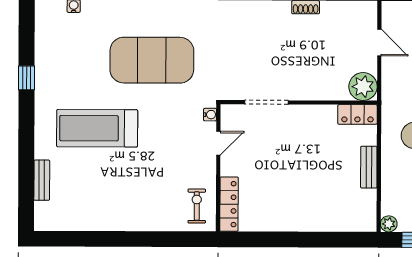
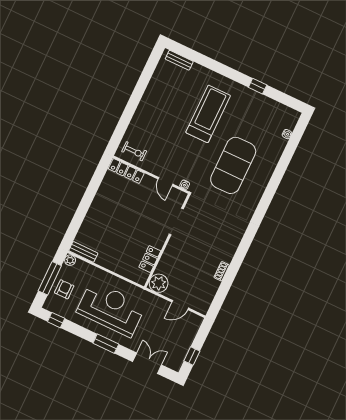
locker: (357, 114) -> (150, 259), moved
bench: (369, 167) -> (83, 252), moved
bench: (42, 180) -> (179, 60), moved

